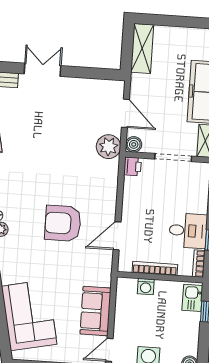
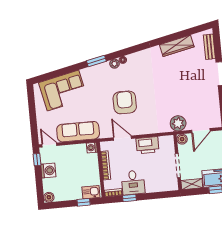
printer: (133, 166) -> (147, 145), moved, width x1.87, depth x1.48
washing machine: (146, 287) -> (92, 148), moved
sofa: (95, 311) -> (78, 132), width x1.36

